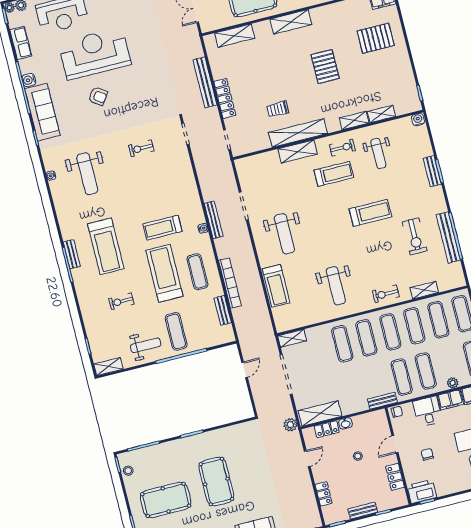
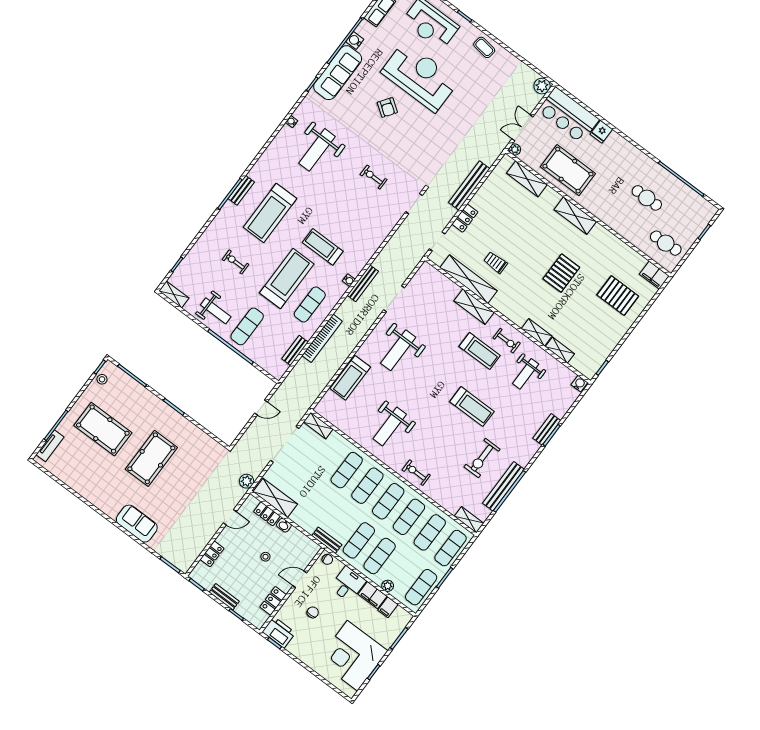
plant: (206, 27) -> (515, 149), added
locker: (225, 98) -> (465, 218), width x0.66
shelving: (298, 133) -> (469, 279), moved
shelving: (424, 290) -> (469, 520), moved

